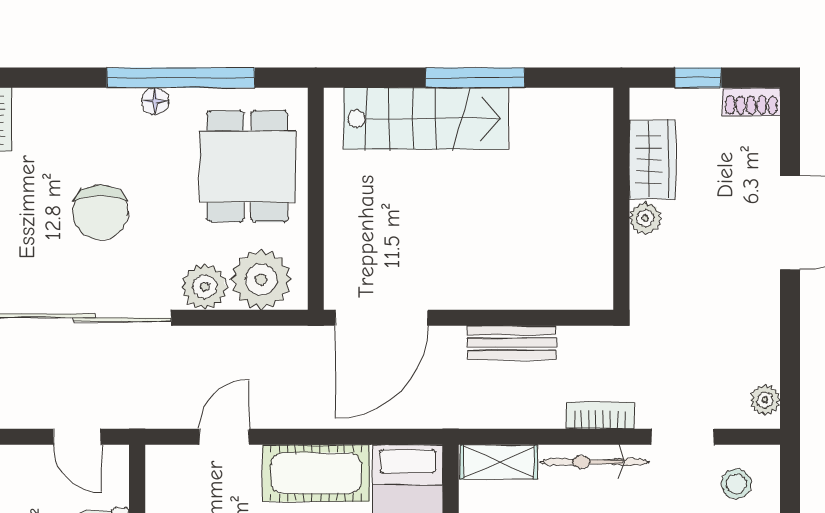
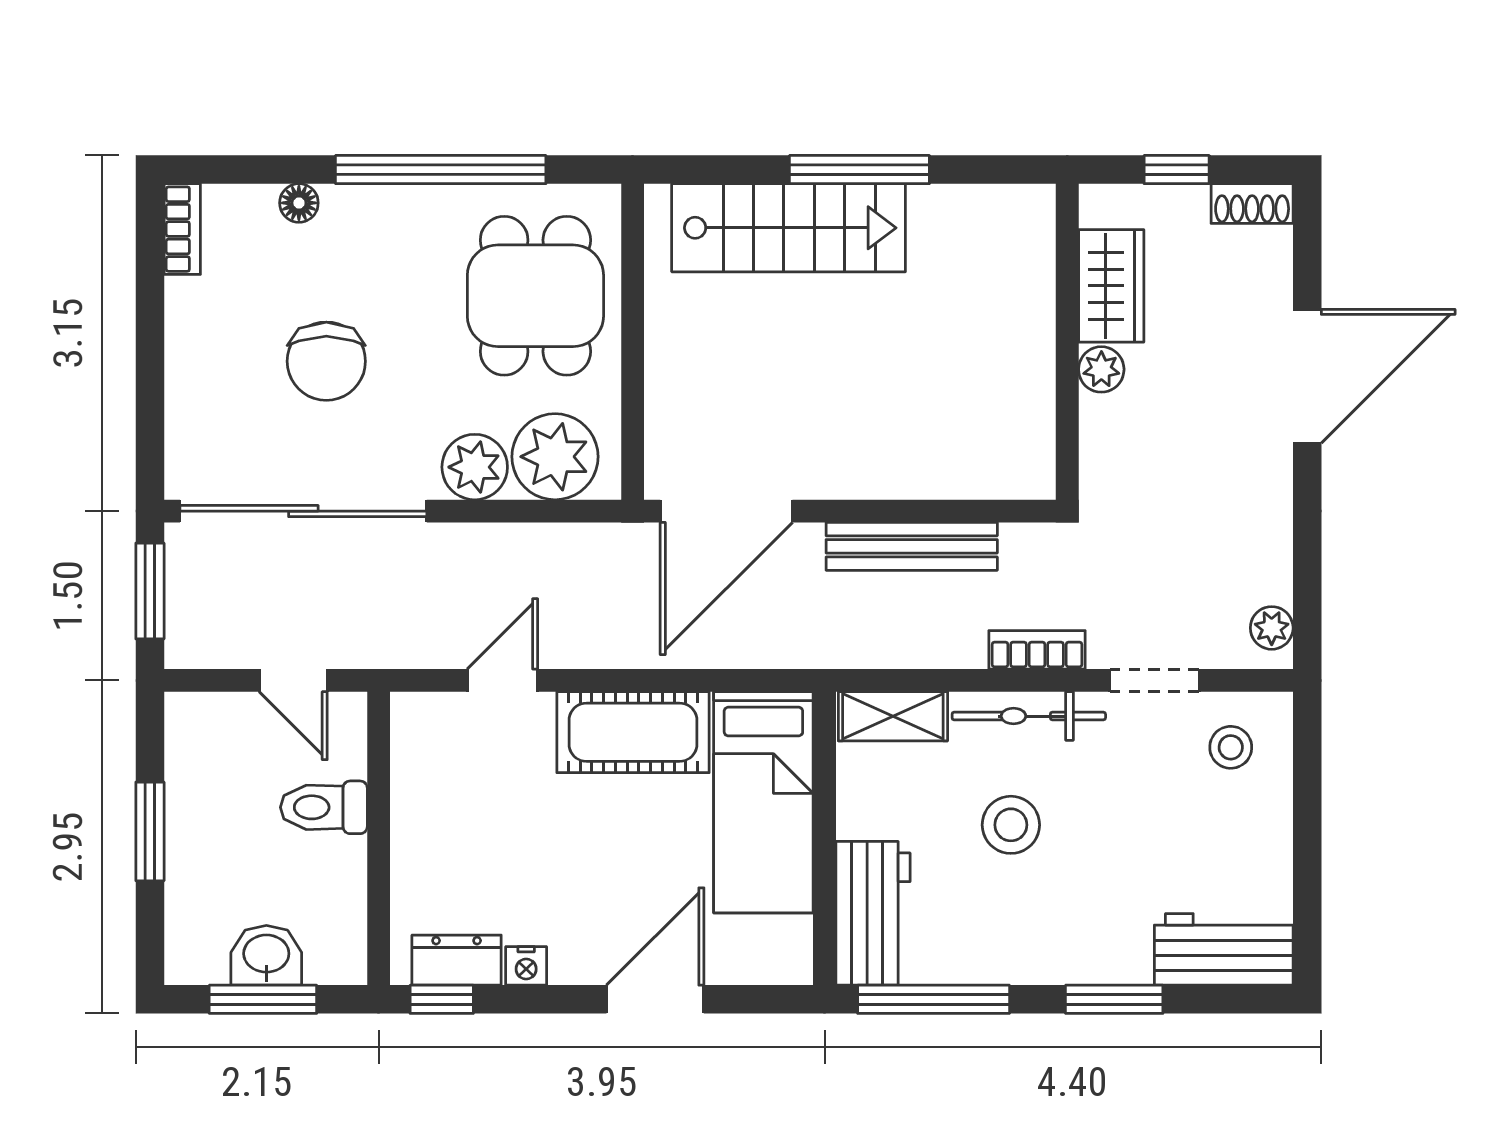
floor lamp: (155, 101) -> (299, 203), moved
bench: (512, 343) -> (912, 546), width x1.36

